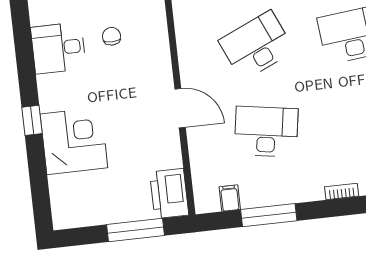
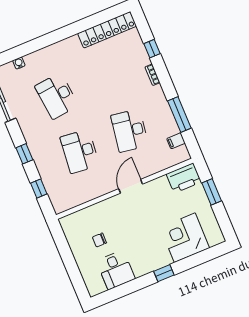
desk: (257, 46) -> (80, 151), turned 30
corner desk: (74, 141) -> (185, 238), moved
window: (135, 230) -> (212, 192), width x0.69

